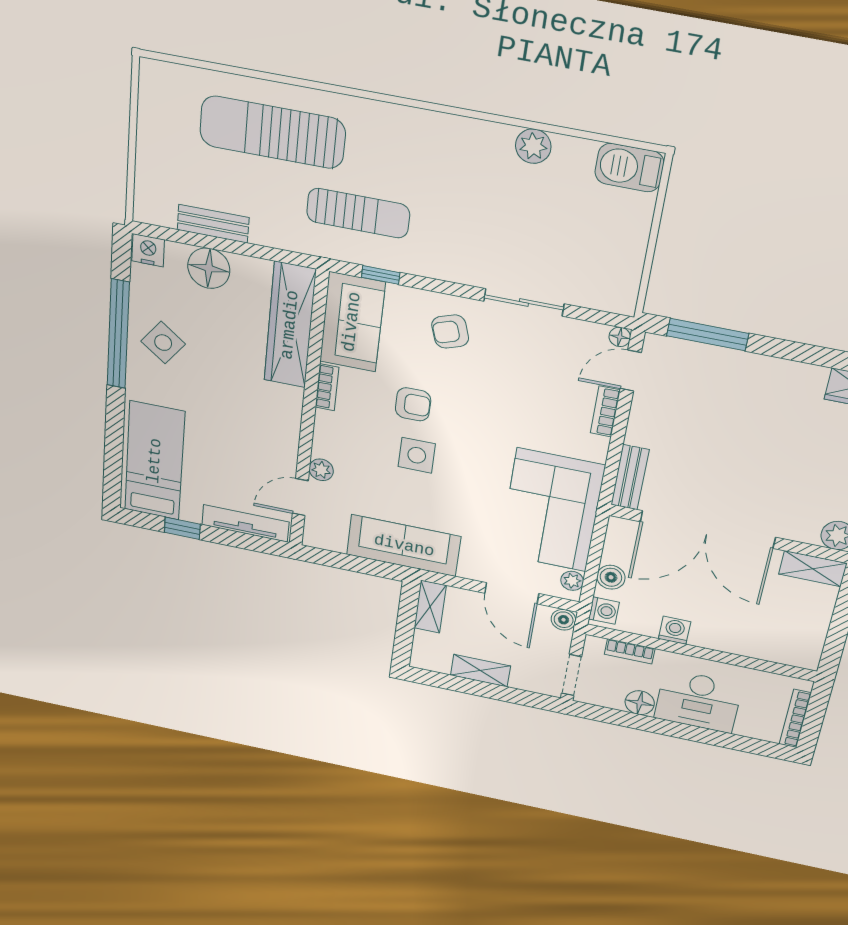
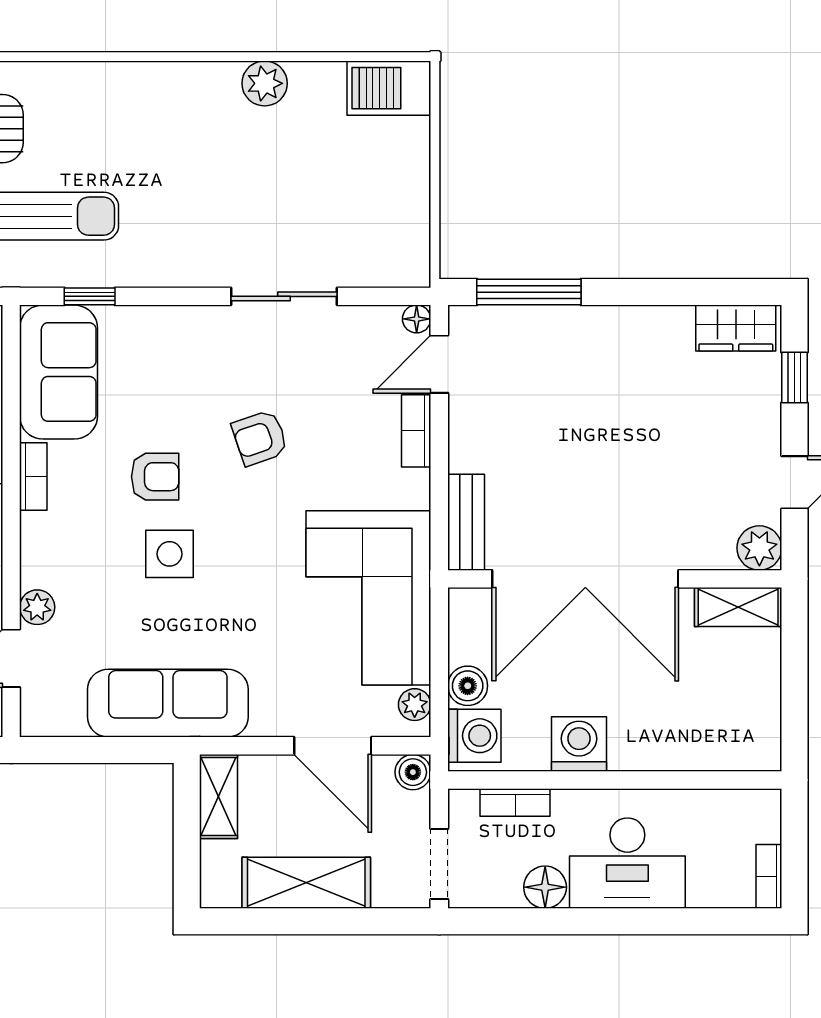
armchair: (450, 332) -> (260, 438), moved
washing machine: (604, 611) -> (474, 736), width x1.38, depth x1.38
washing machine: (675, 630) -> (579, 744), width x1.38, depth x1.38
shelving: (480, 671) -> (306, 883), width x1.50, depth x1.33
bookcase: (795, 719) -> (769, 876), width x0.64

